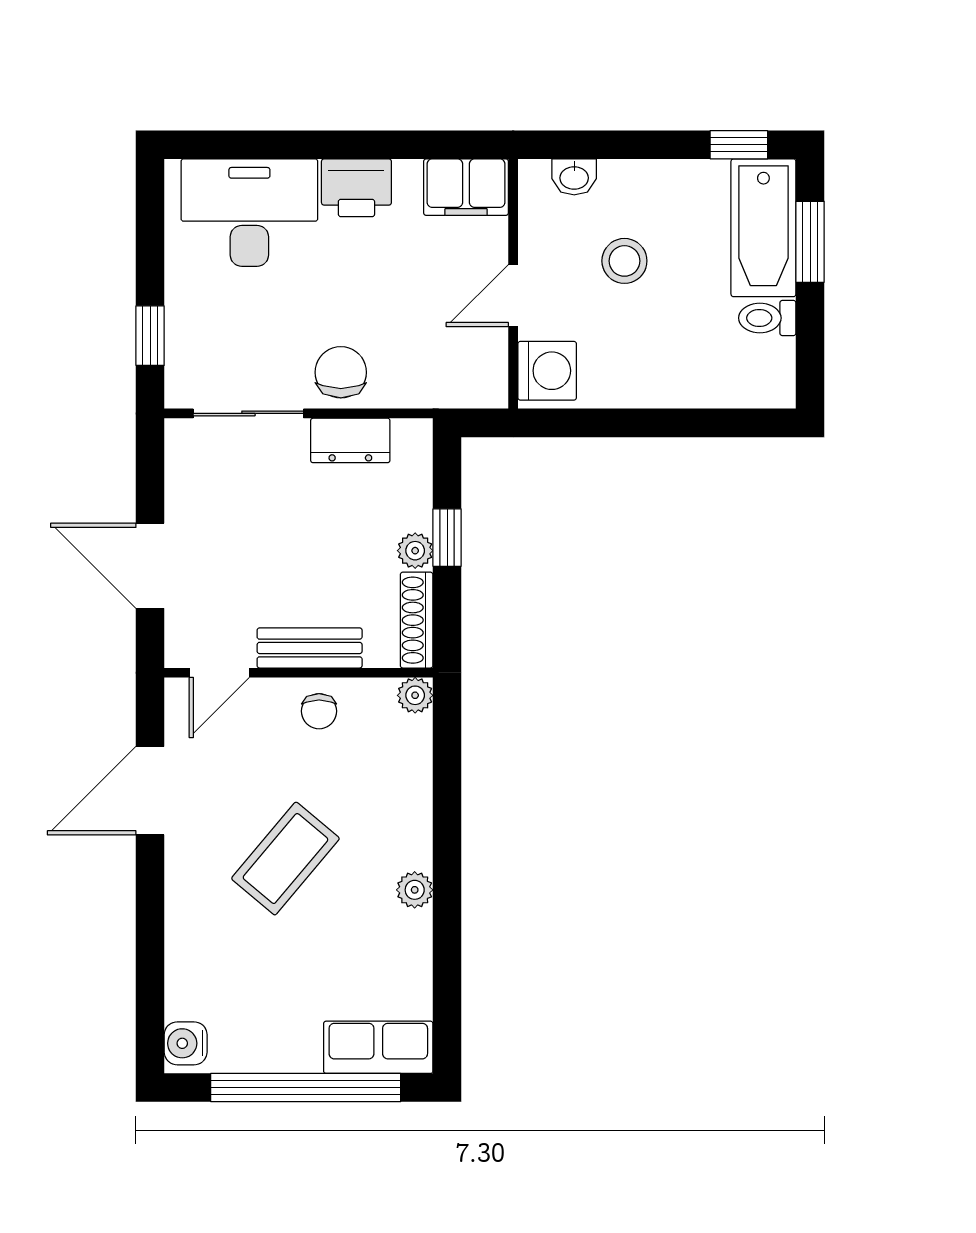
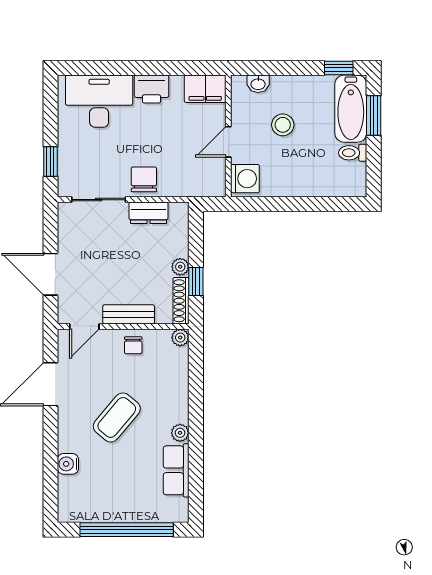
window: (447, 538) -> (196, 281), moved
water cooler: (186, 1043) -> (68, 464), moved
row of seats: (378, 1047) -> (176, 470), moved, turned -90

